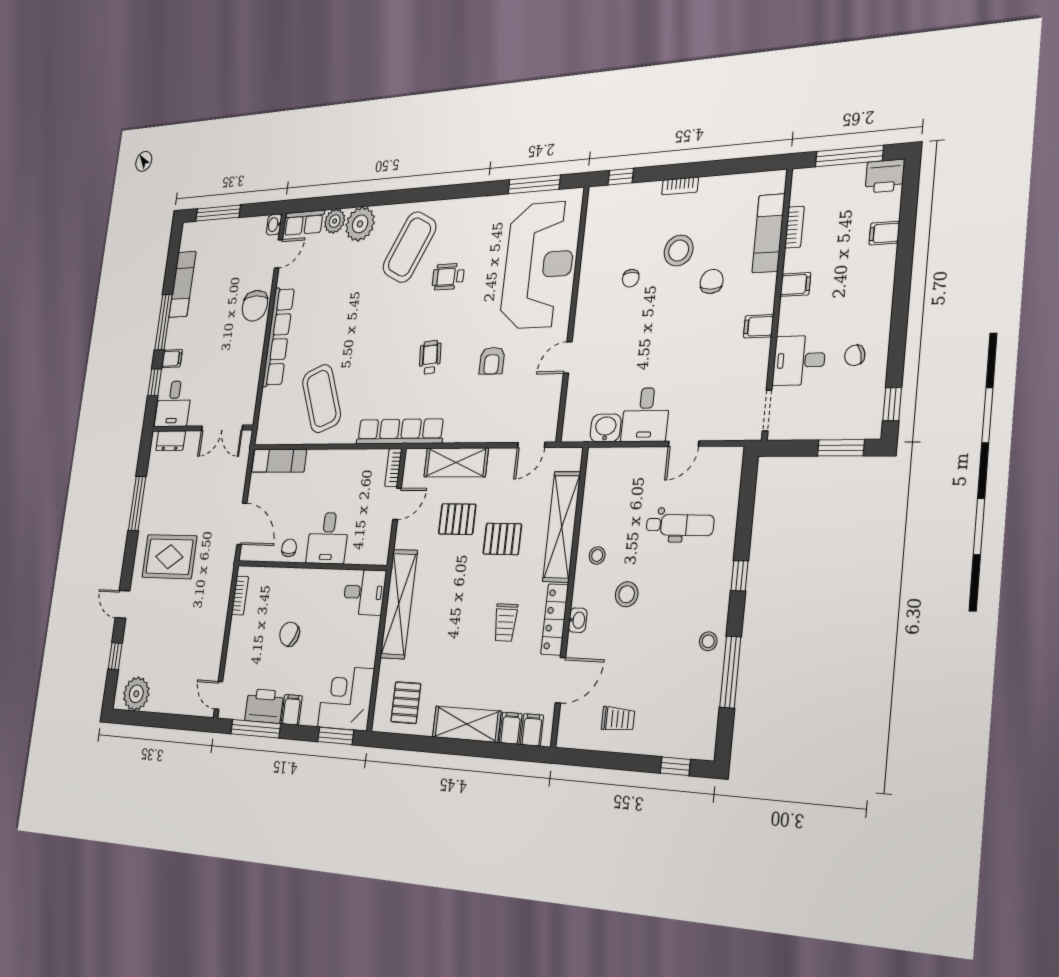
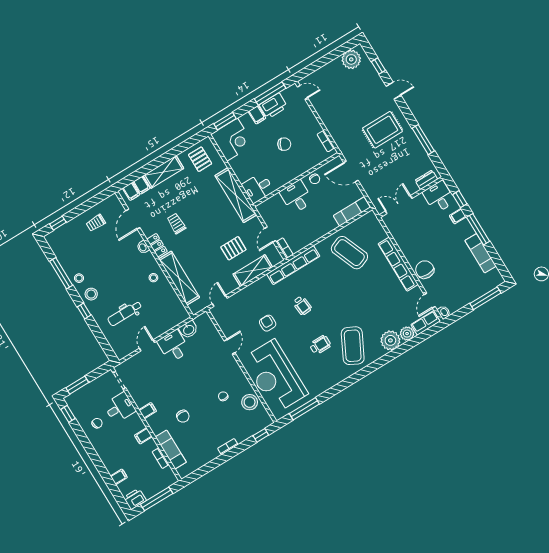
stool: (679, 250) -> (250, 402), moved
pallet: (502, 539) -> (204, 255), removed
stool: (627, 594) -> (91, 294), moved
locker: (555, 620) -> (157, 245), width x0.66

